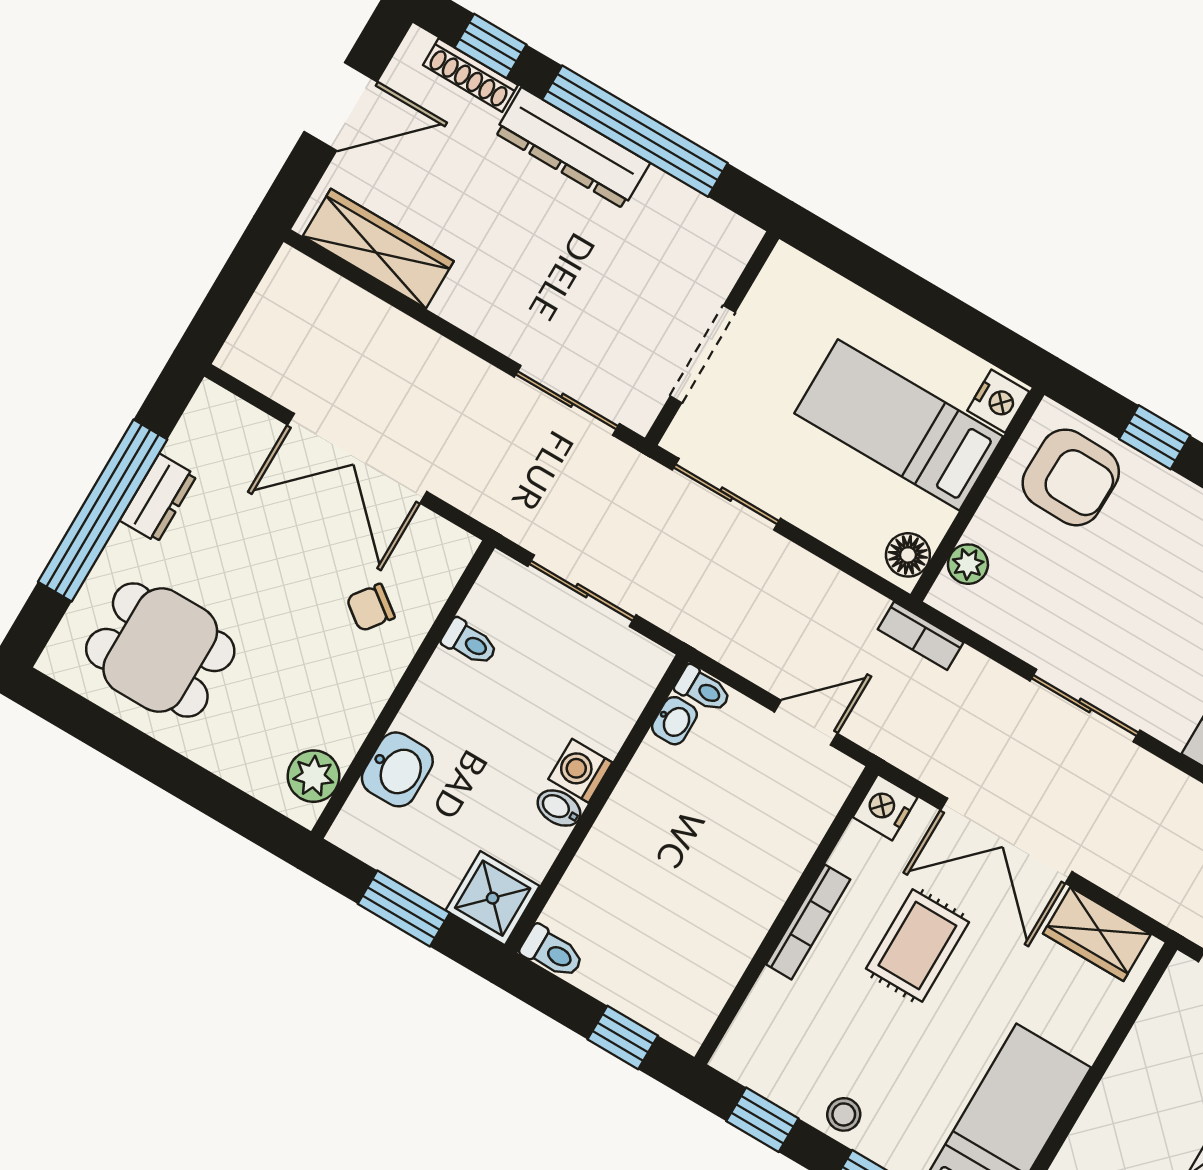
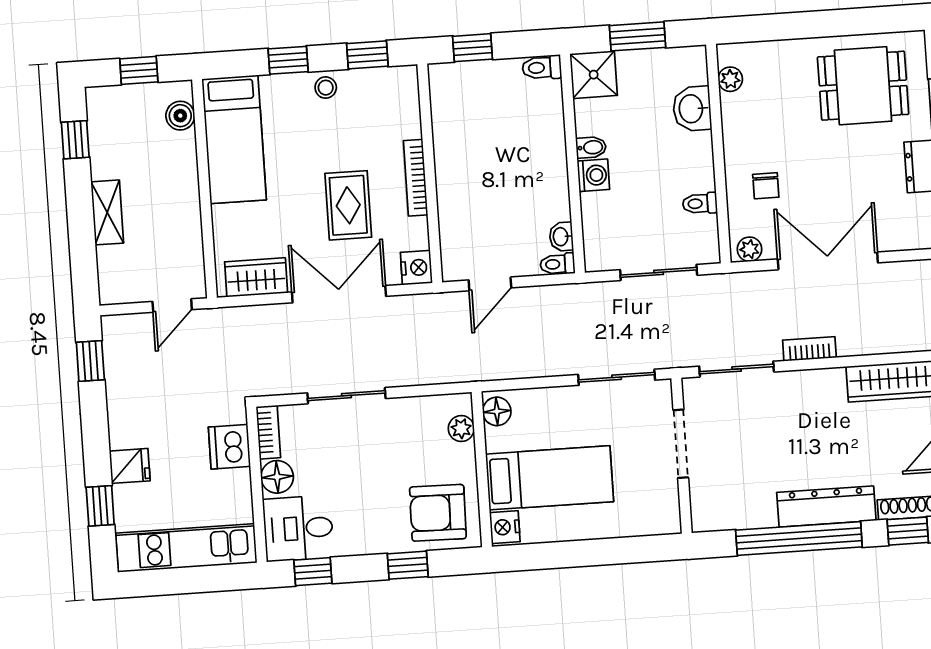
plant: (446, 541) -> (750, 249), added
chair: (371, 608) -> (766, 186), turned 143
bookcase: (921, 636) -> (809, 349), moved
plant: (313, 776) -> (730, 79), width x0.73, depth x0.73

